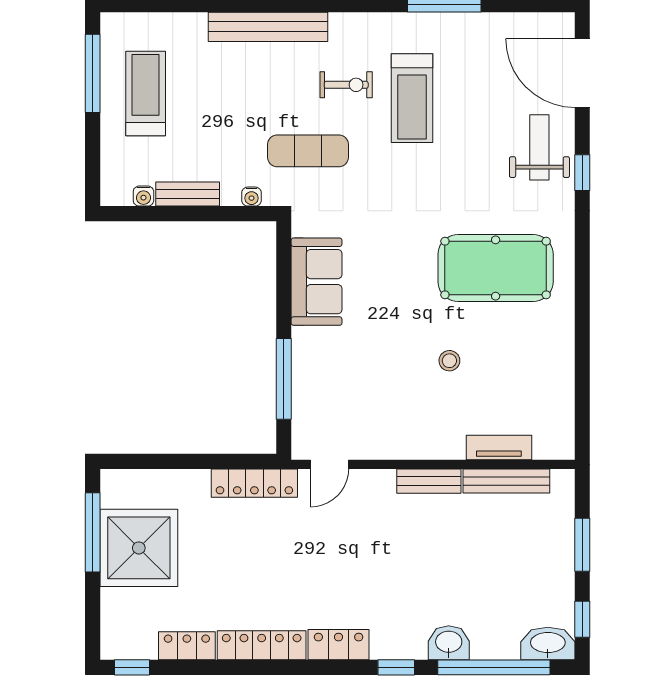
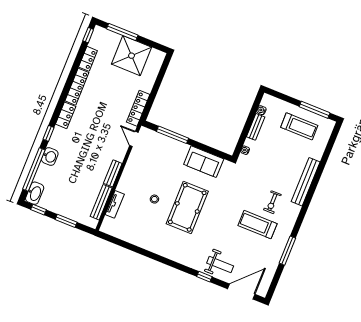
exercise mat: (308, 151) -> (254, 178), removed
pool table: (496, 268) -> (187, 207), moved
window: (93, 532) -> (122, 32), moved

